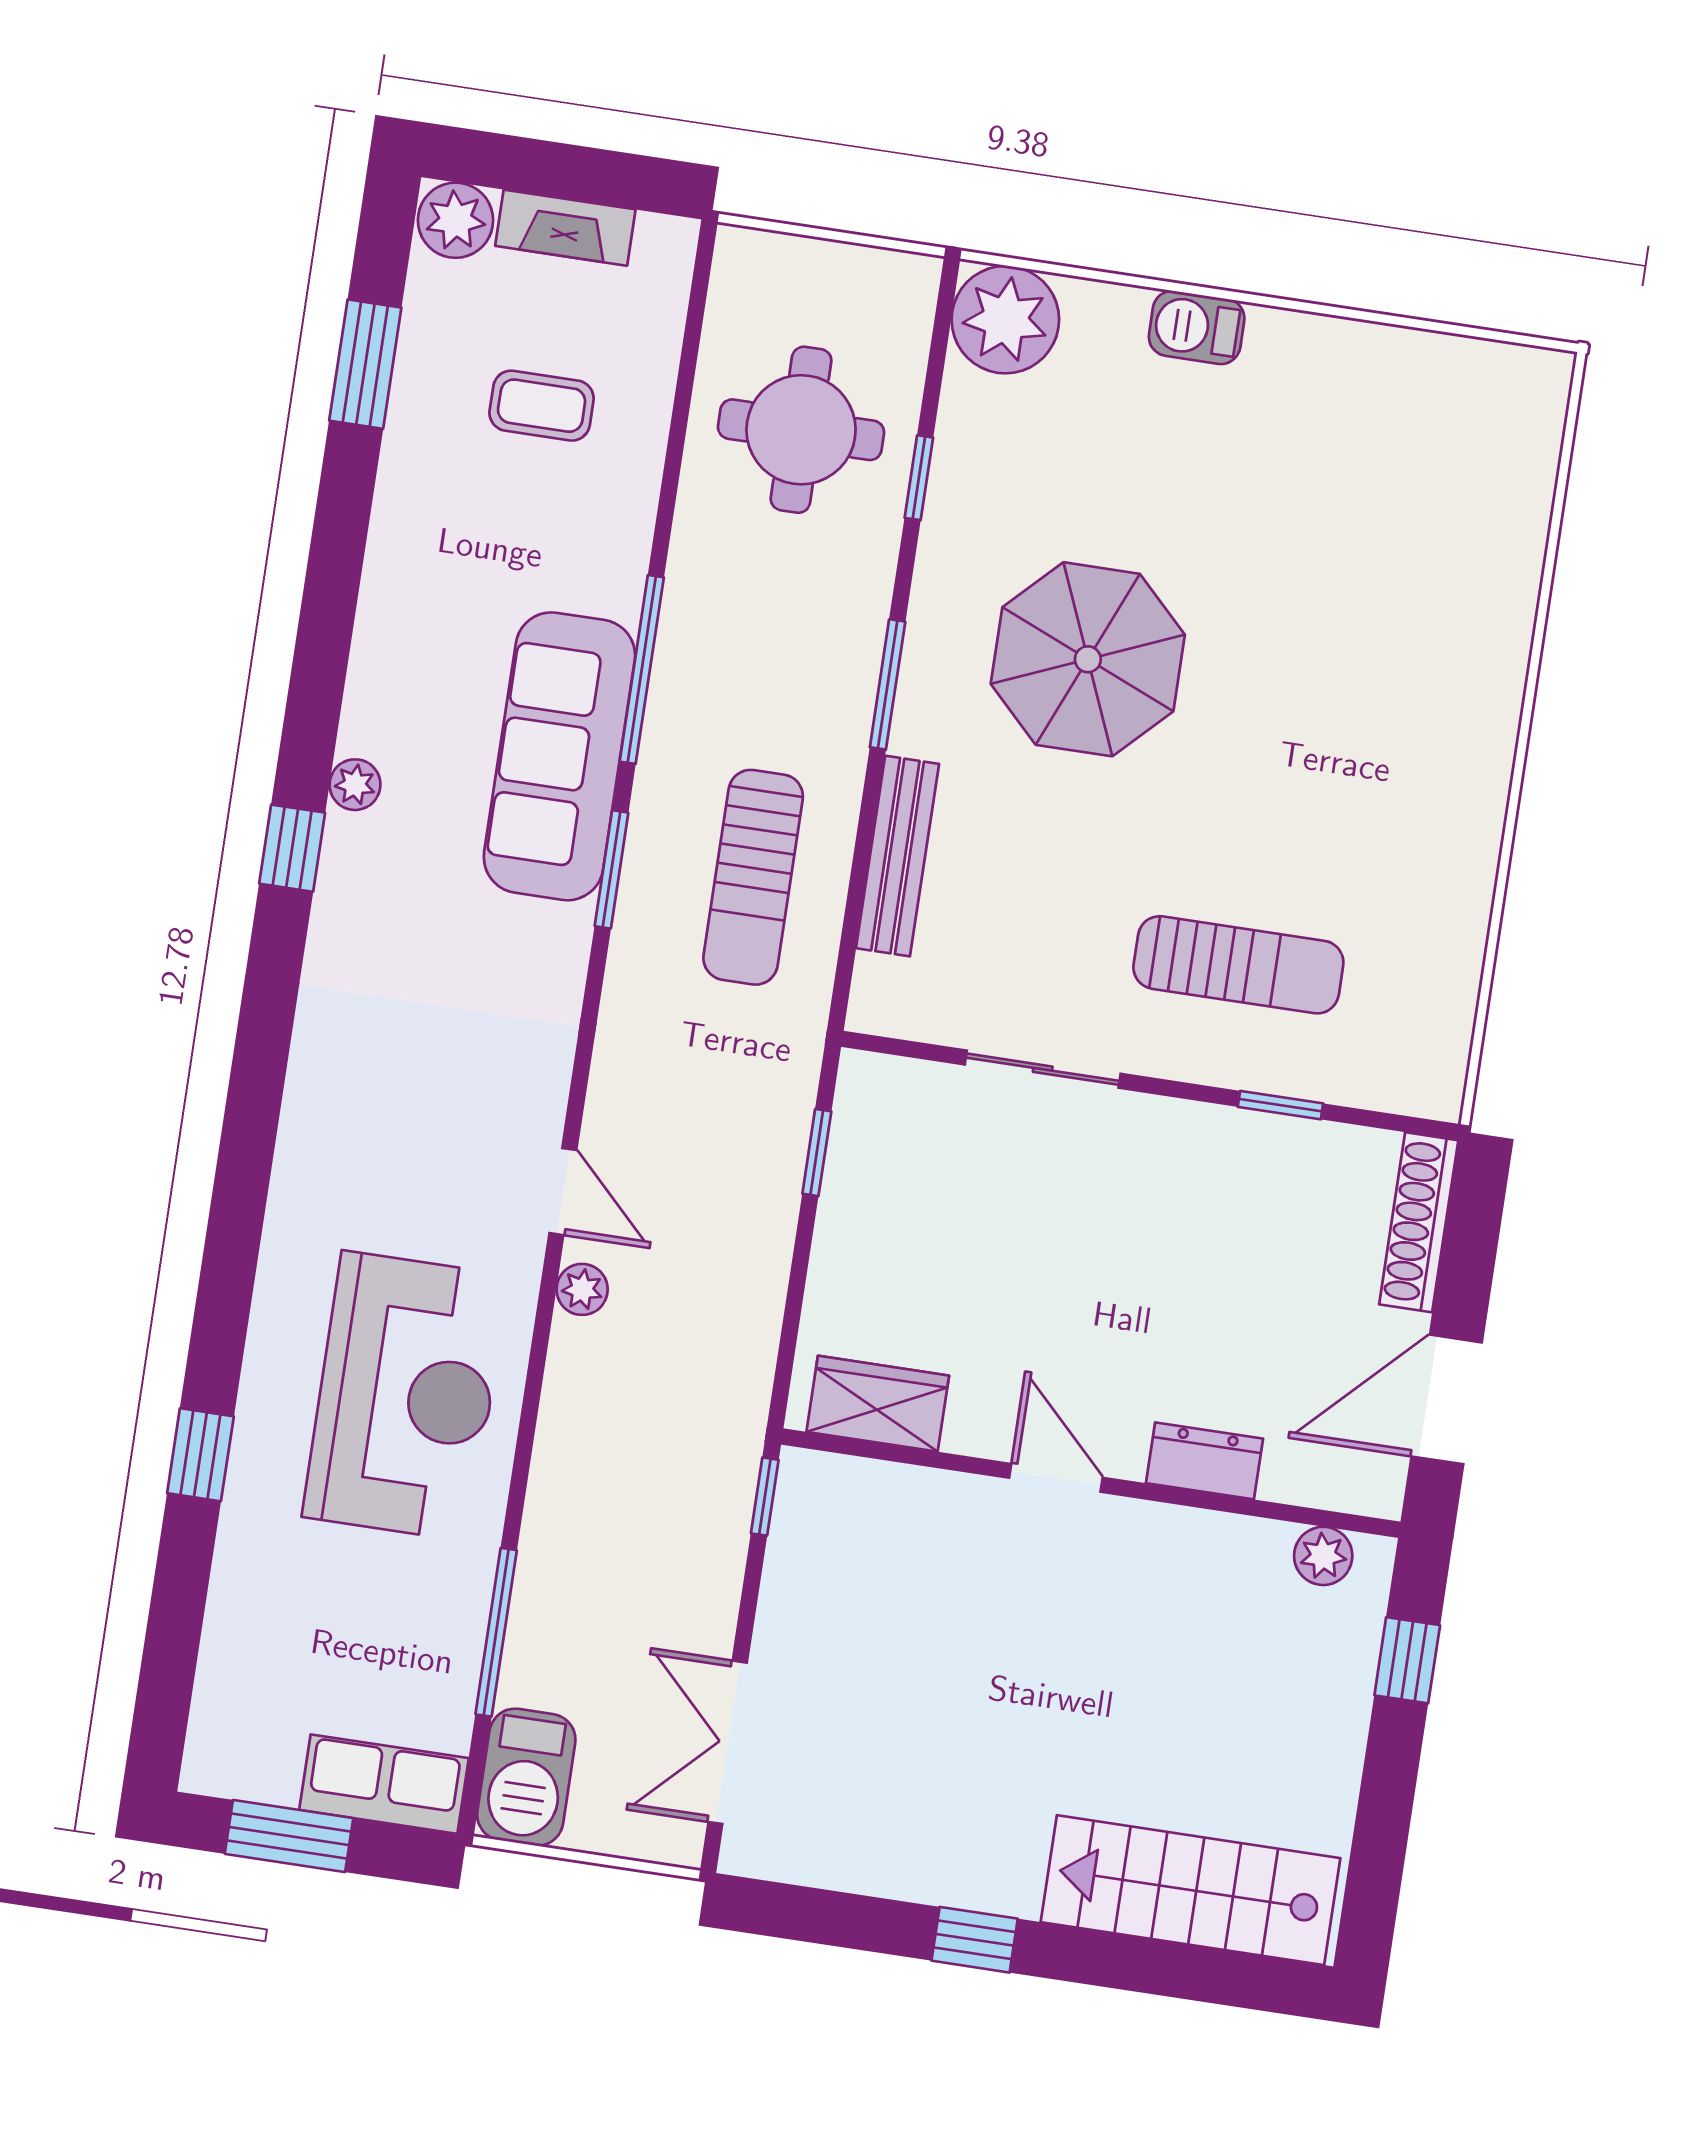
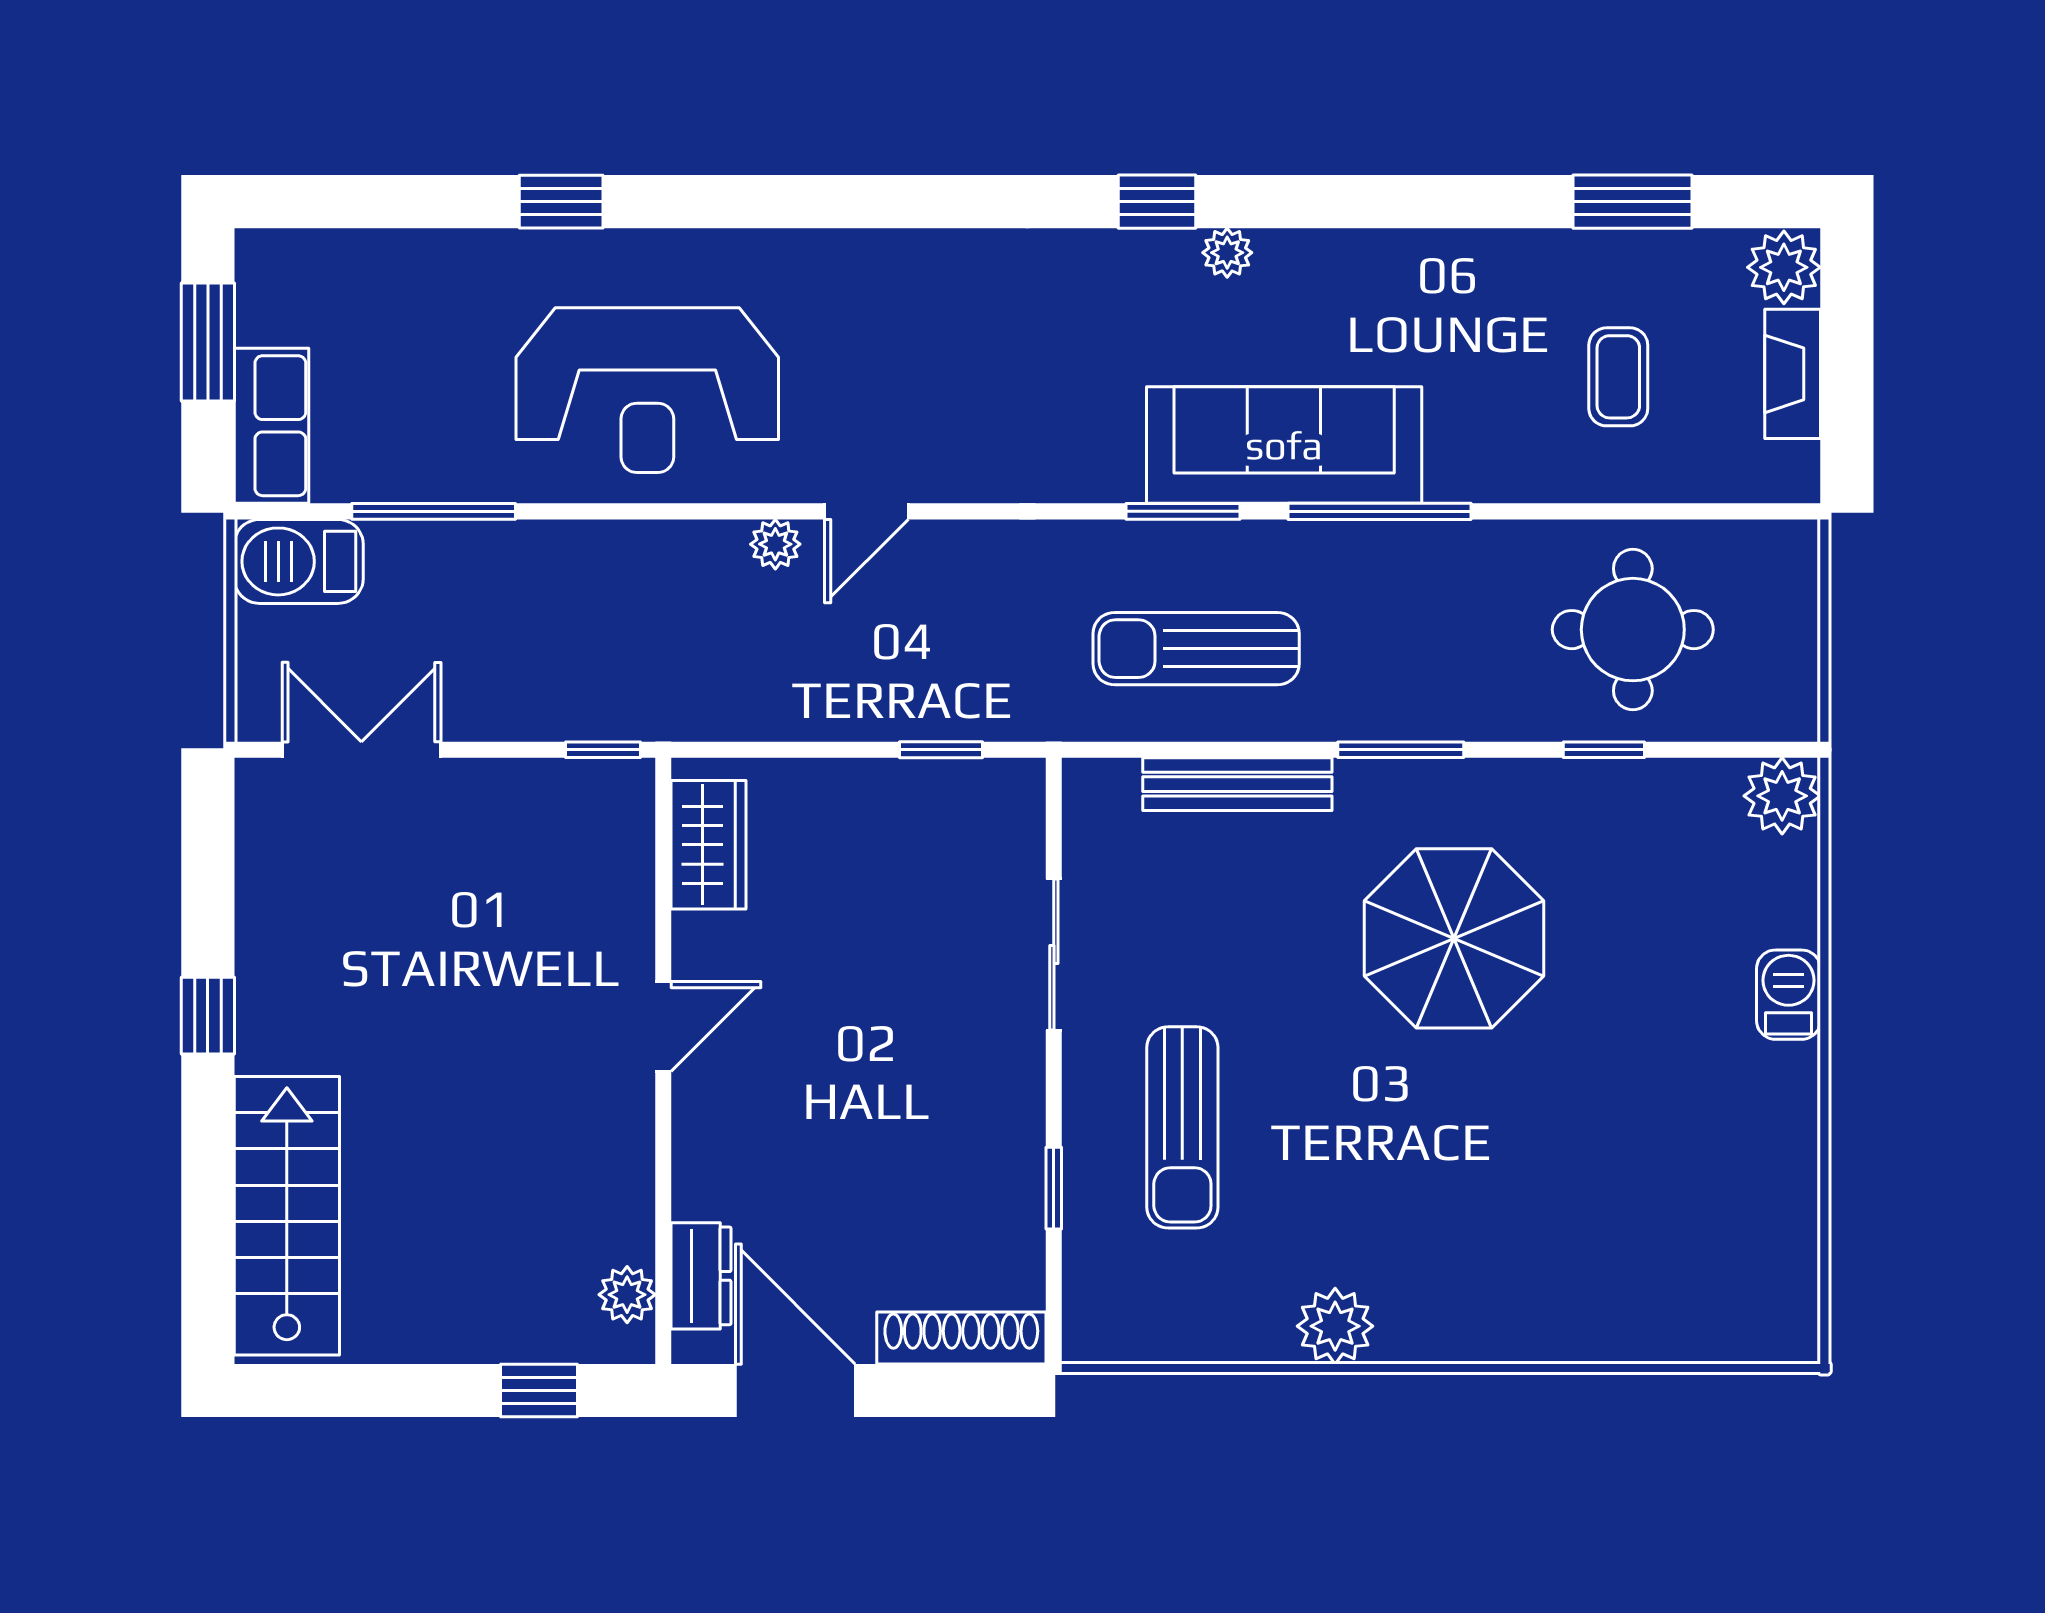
plant: (1005, 320) -> (1782, 796), width x0.73, depth x0.73
plant: (1464, 840) -> (1335, 1326), added
dresser: (1204, 1461) -> (701, 1276), moved

